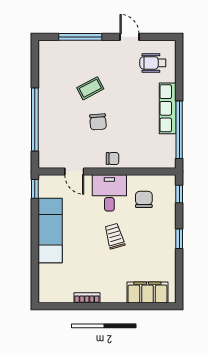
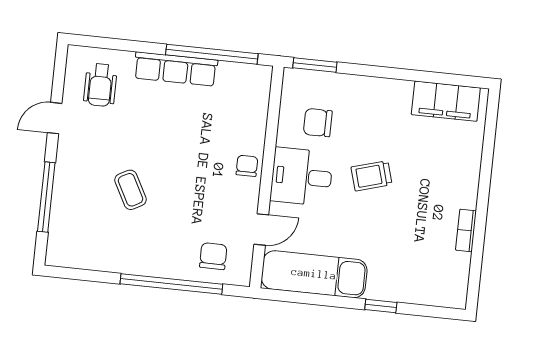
chair: (98, 122) -> (213, 256), moved, turned -85
window: (35, 189) -> (381, 306), moved
window: (179, 194) -> (315, 65), width x1.50
exam couch: (50, 231) -> (314, 274), moved
window: (179, 239) -> (387, 73), removed
filing cabinet: (147, 292) -> (446, 101), moved, turned -90

